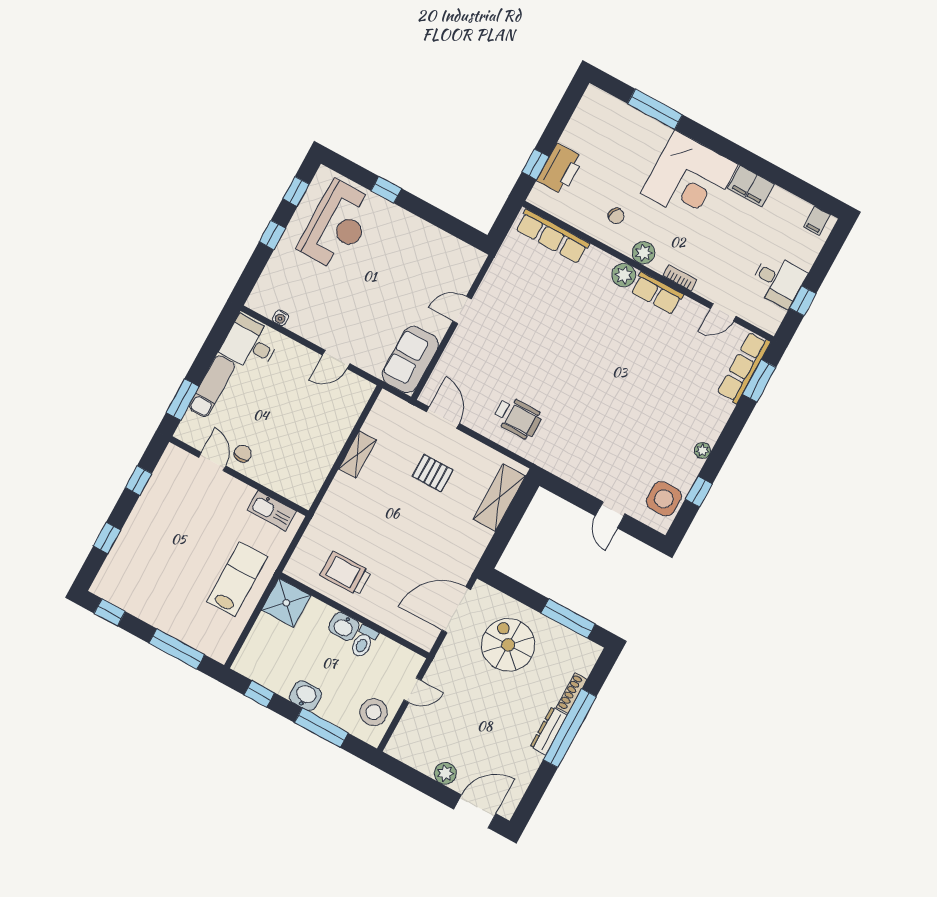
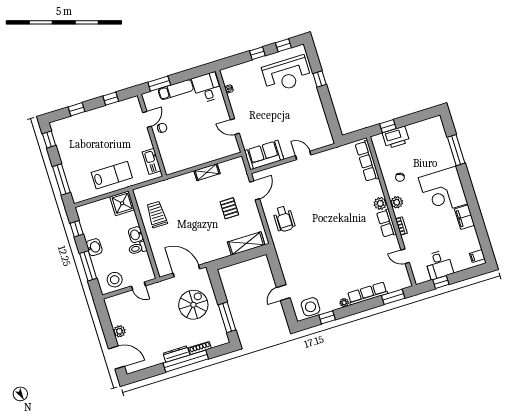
row of seats: (744, 368) -> (367, 293), moved

